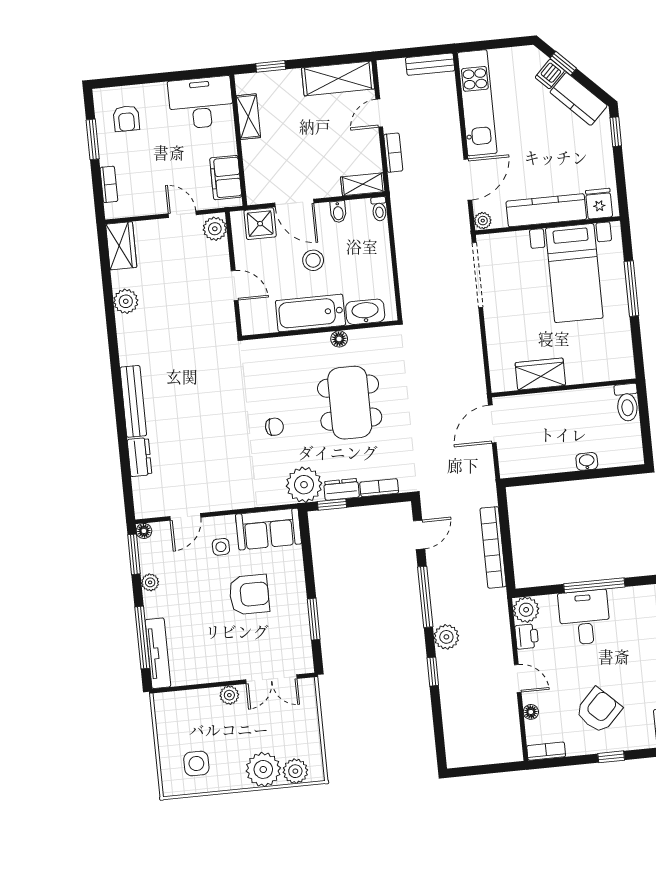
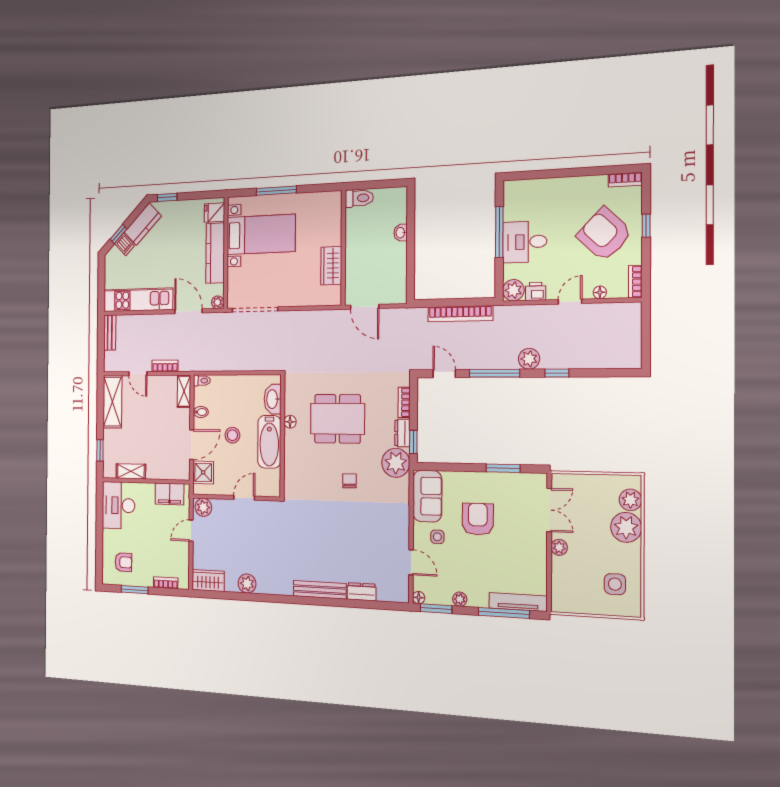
armchair: (599, 710) -> (604, 234), width x1.36, depth x1.36

